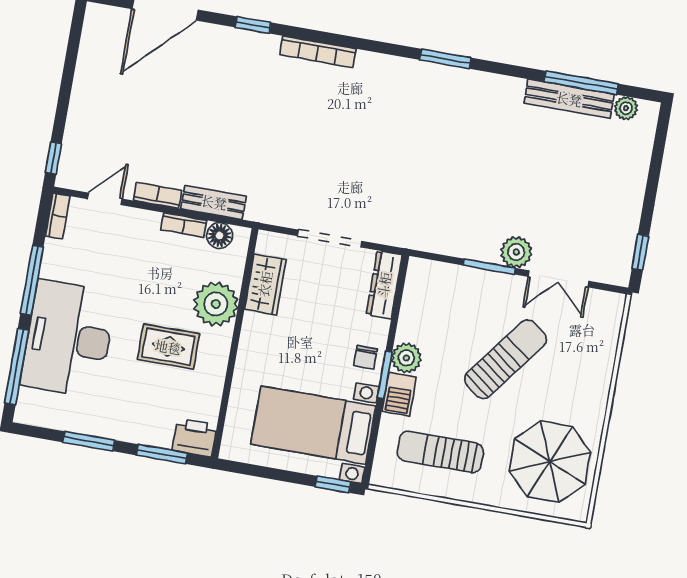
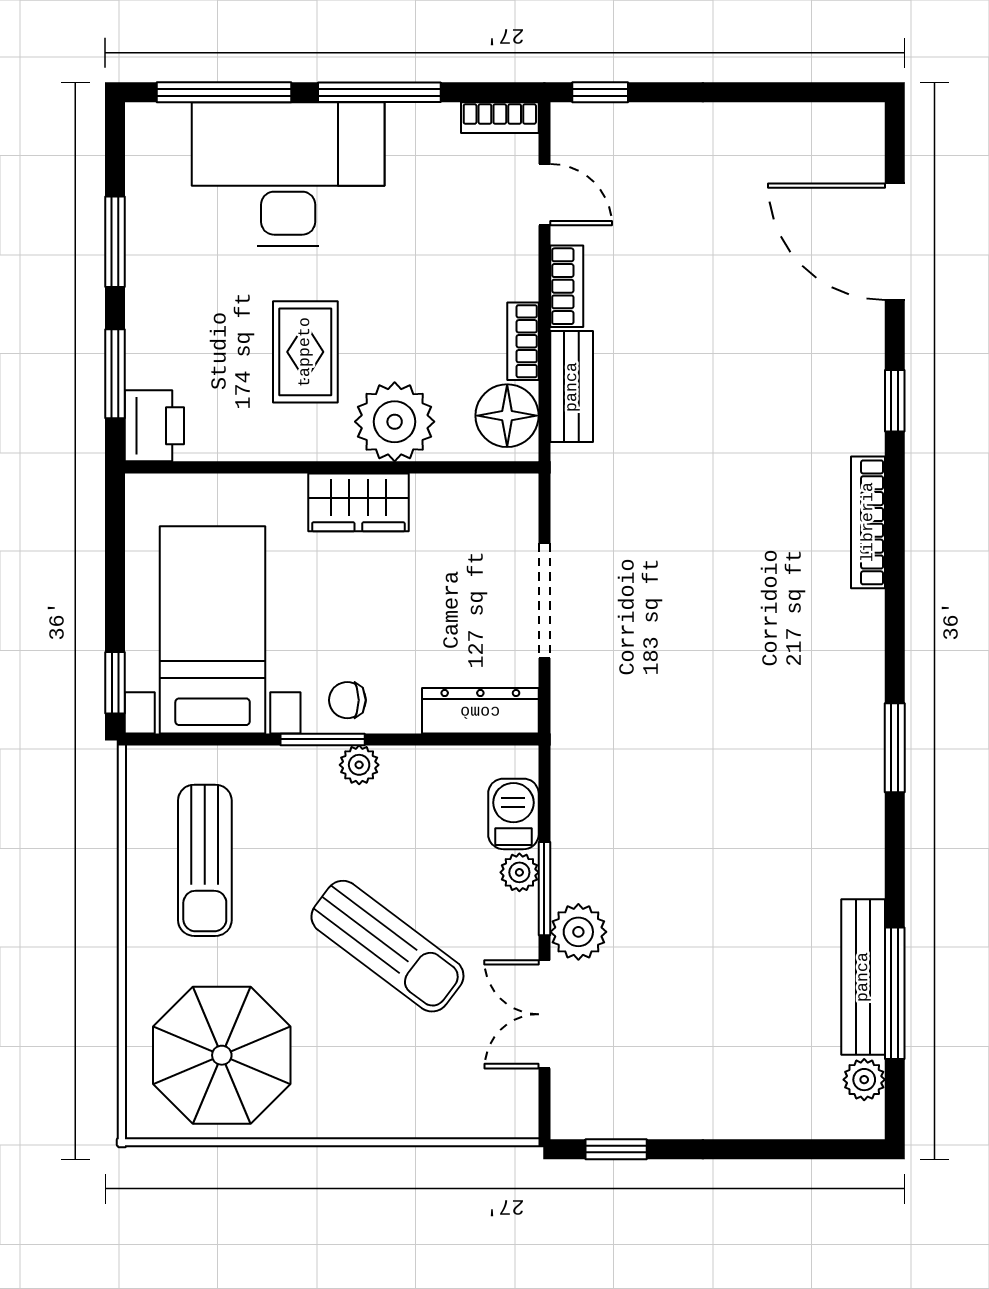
floor lamp: (220, 236) -> (507, 416), width x1.38, depth x1.38
plant: (478, 279) -> (519, 872), added
wardrobe: (265, 284) -> (358, 502), moved
plant: (406, 358) -> (359, 765), width x0.73, depth x0.73
barbecue: (399, 394) -> (513, 814), moved, turned 90
sun lounger: (440, 452) -> (205, 860), turned 180

